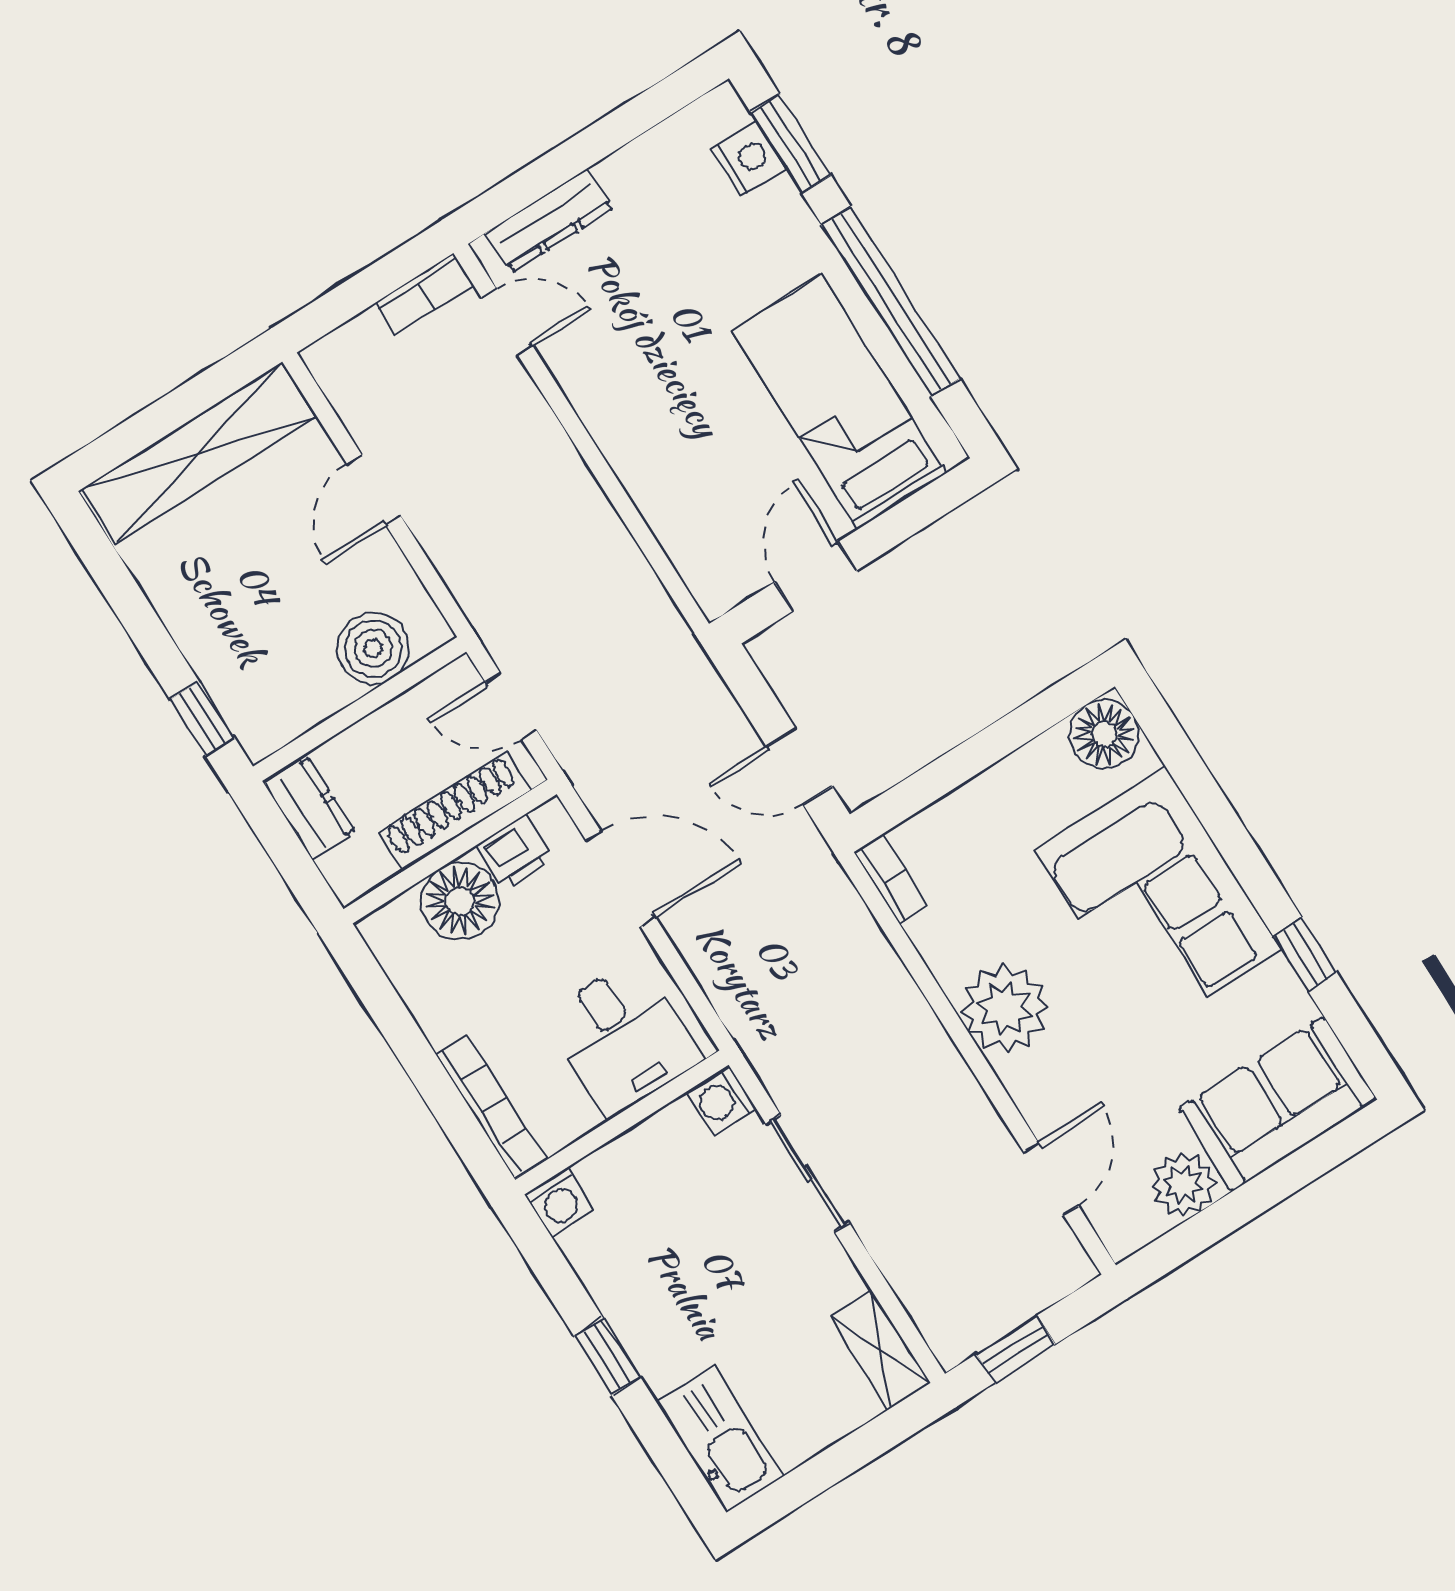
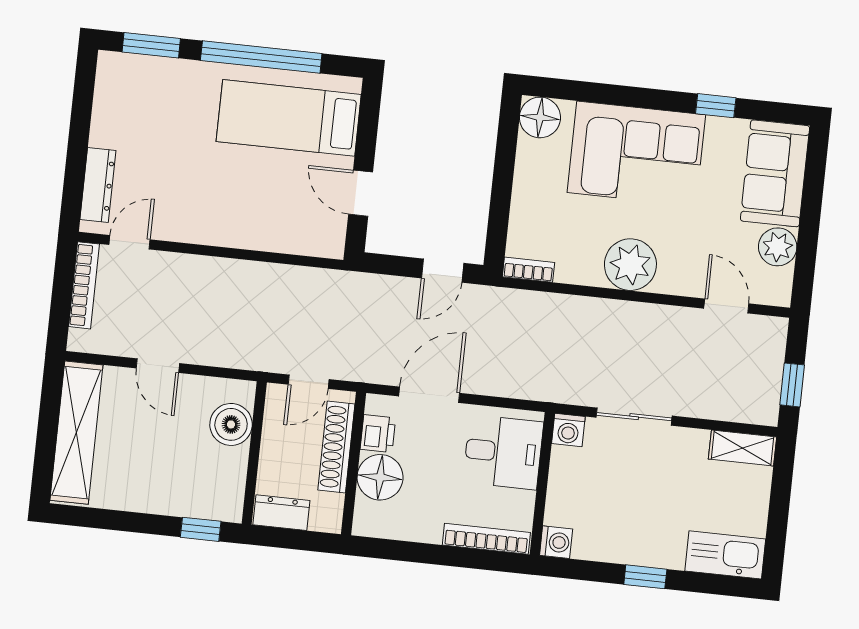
nightstand: (749, 159) -> (143, 70), removed
bookcase: (424, 293) -> (84, 285), width x1.56

